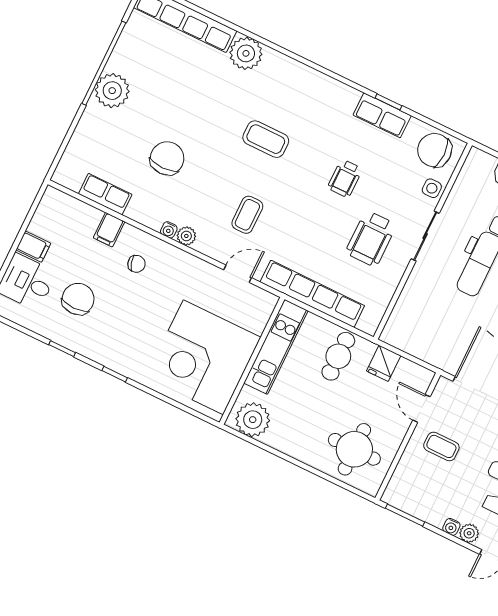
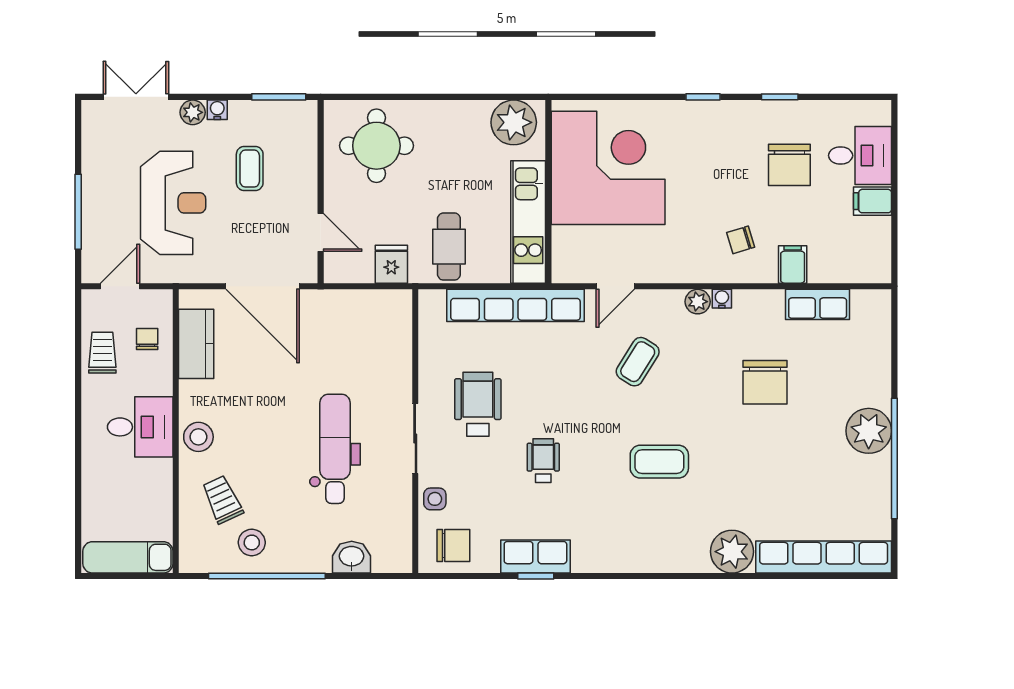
chair: (435, 150) -> (453, 545), width x0.73, depth x0.73
coffee table: (247, 215) -> (638, 362), turned 32
coffee table: (441, 446) -> (250, 169), moved, turned 90

